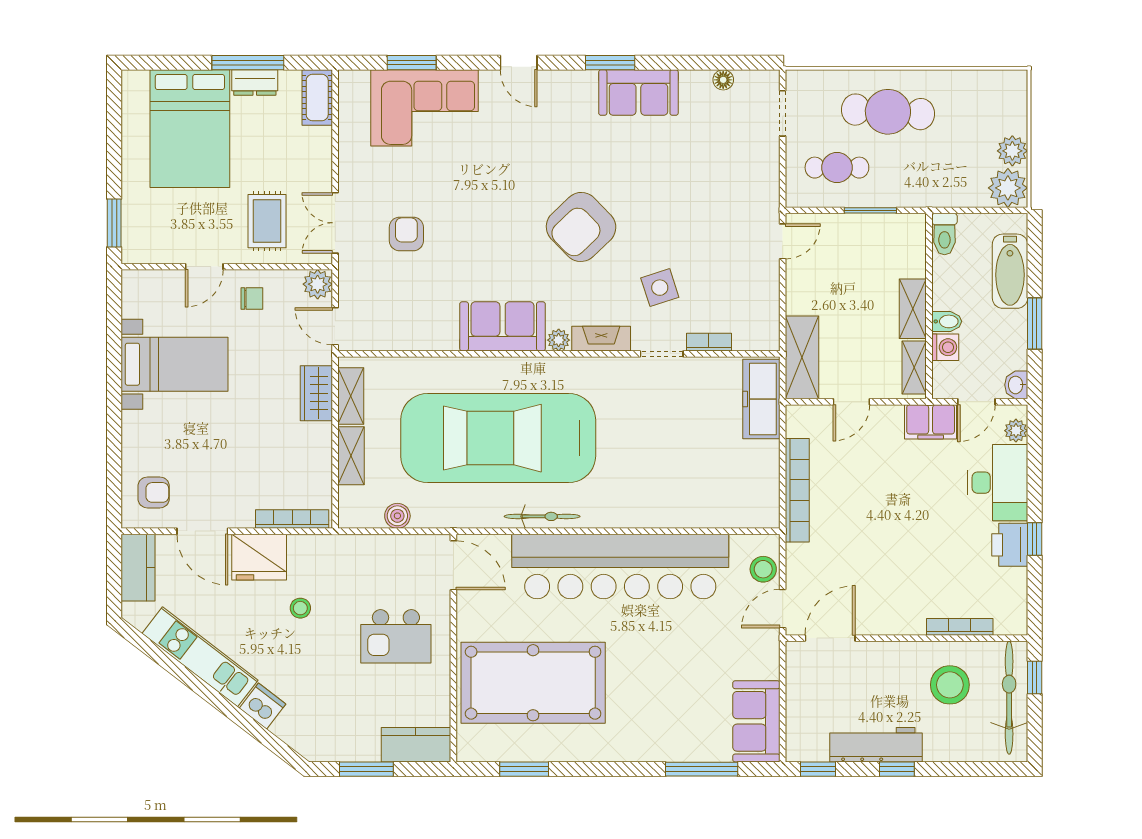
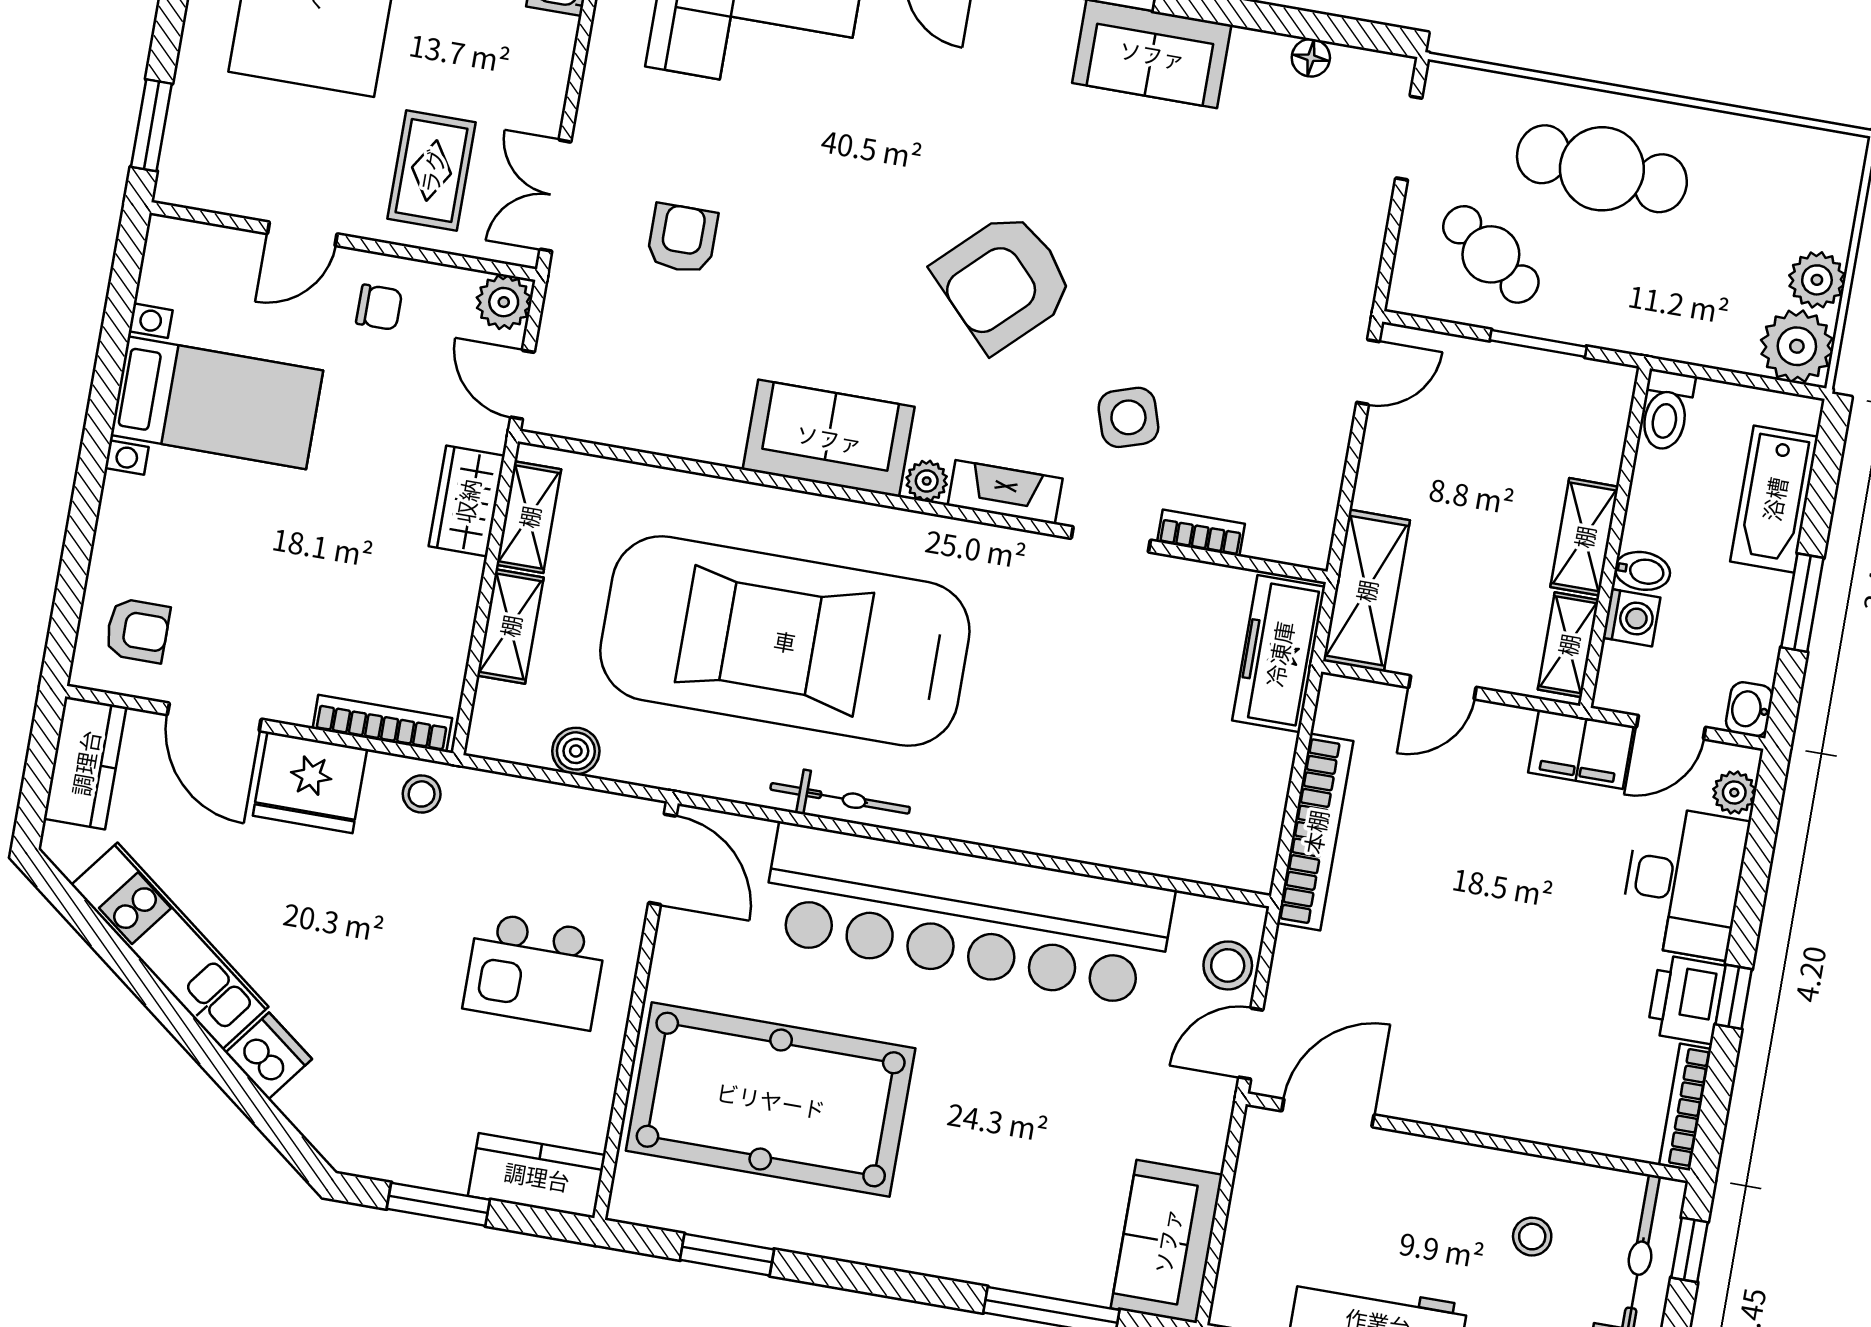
cafe table: (837, 168) -> (1491, 254), turned 36
stool: (300, 608) -> (422, 794), moved
bookcase: (960, 627) -> (1685, 1107), moved, turned -90
stool: (950, 685) -> (1532, 1237), width x0.53, depth x0.53

